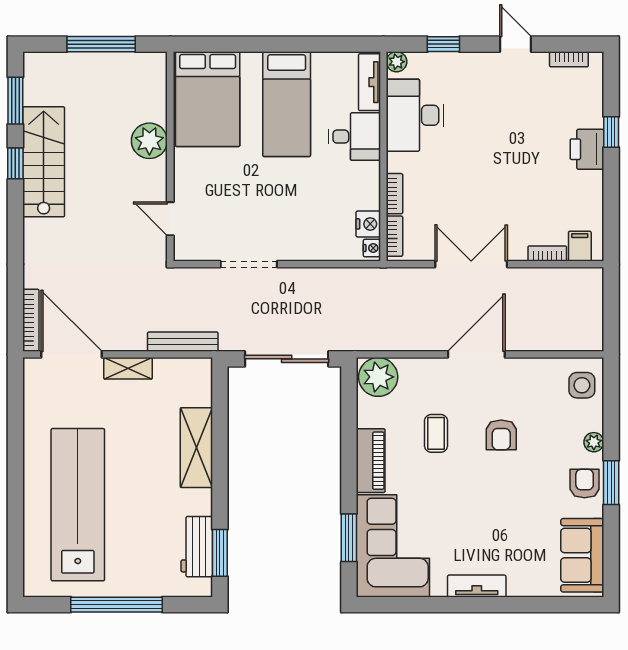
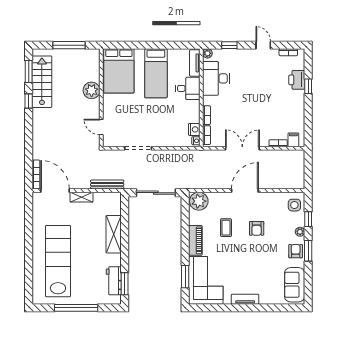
printer: (587, 149) -> (297, 80), moved
stairs: (44, 162) -> (42, 82), moved
window: (611, 415) -> (308, 219), added

